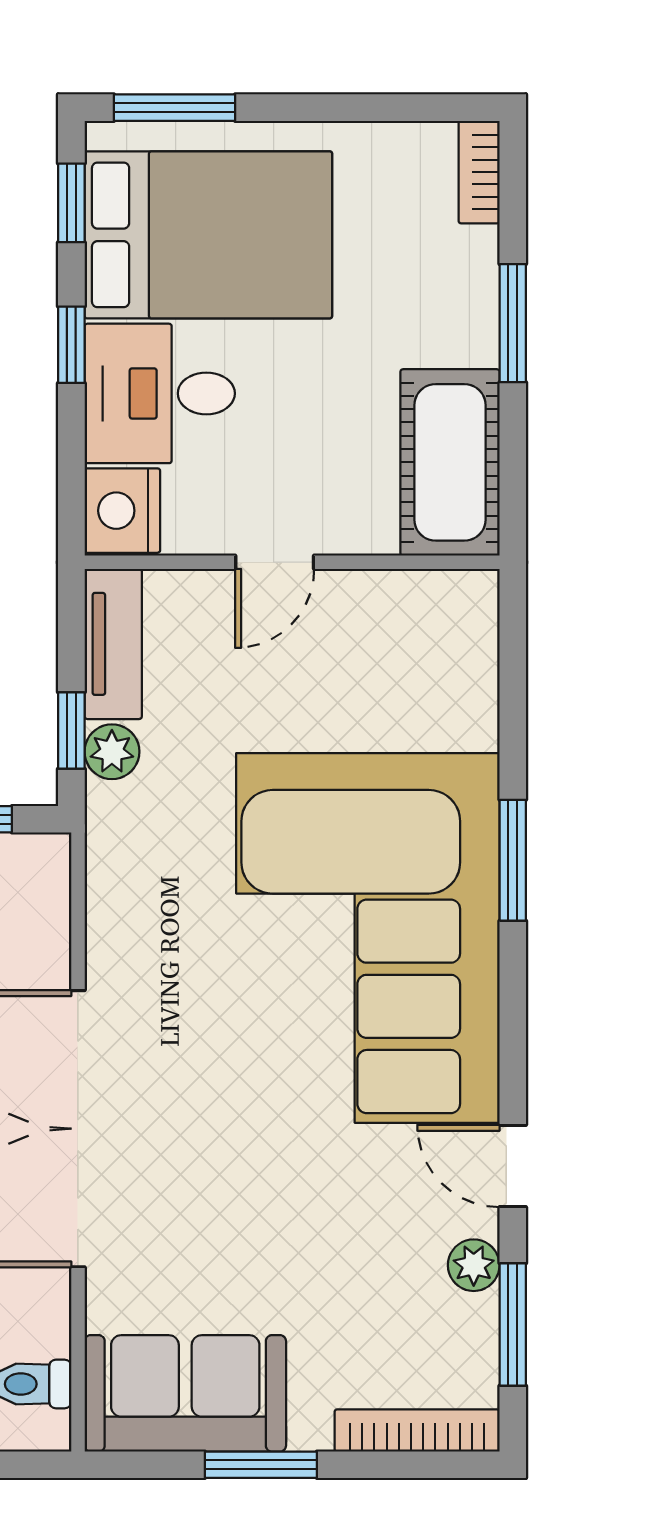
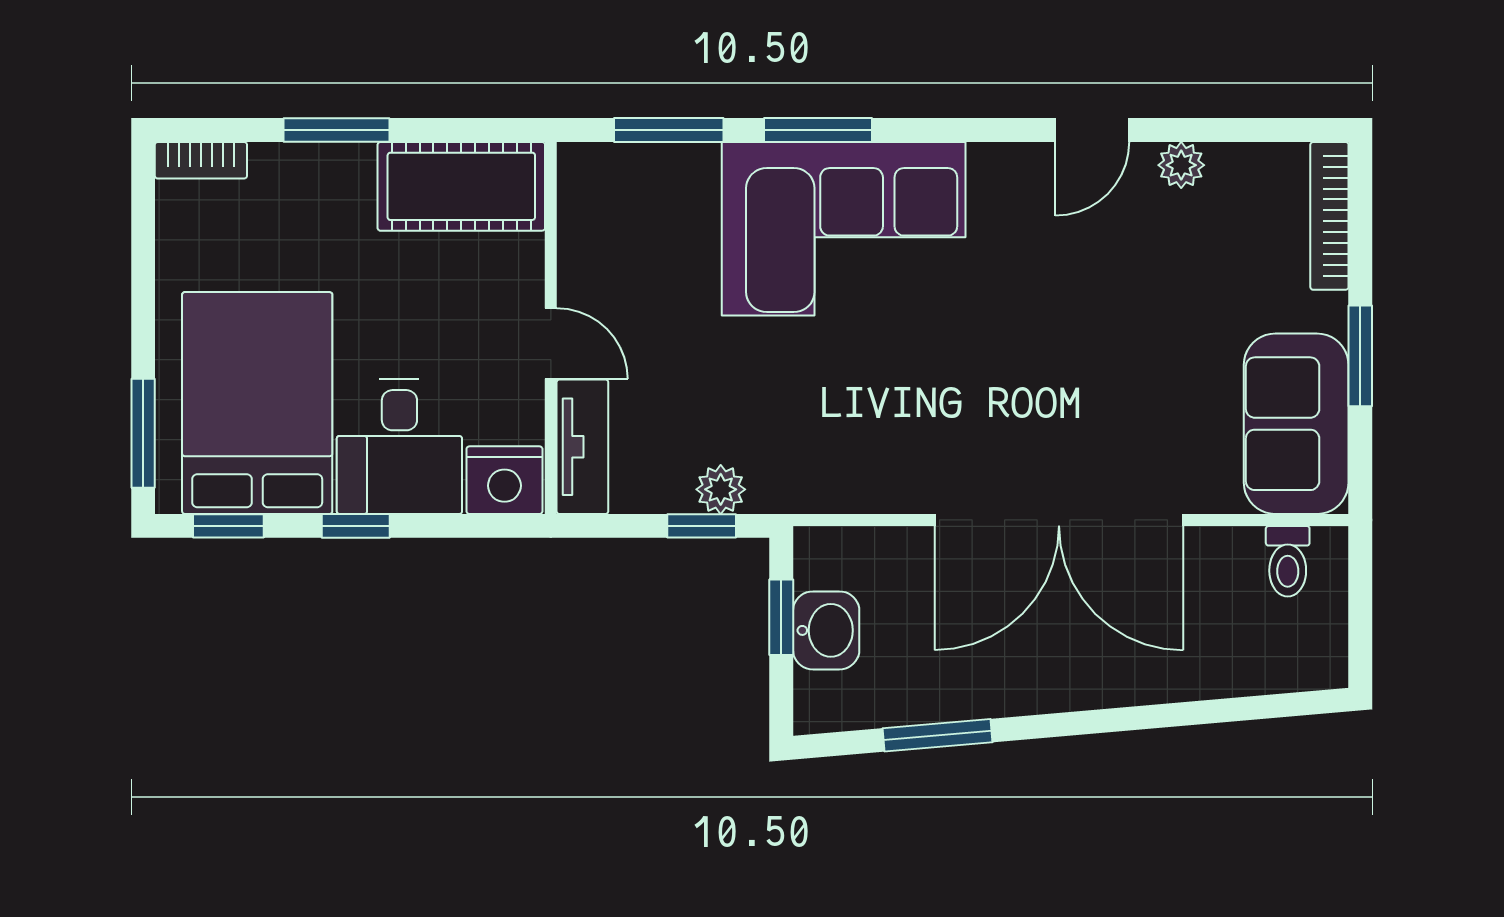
tv unit: (113, 644) -> (582, 447), moved, turned 90
corner sofa: (368, 938) -> (844, 229), width x0.73, depth x0.74
window: (513, 1324) -> (669, 130), moved

